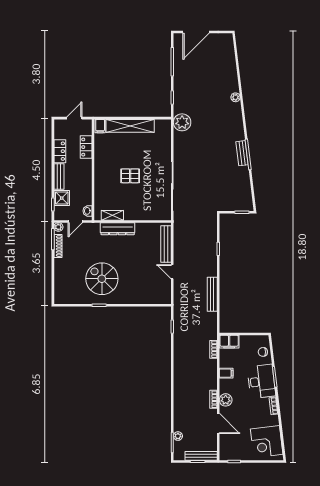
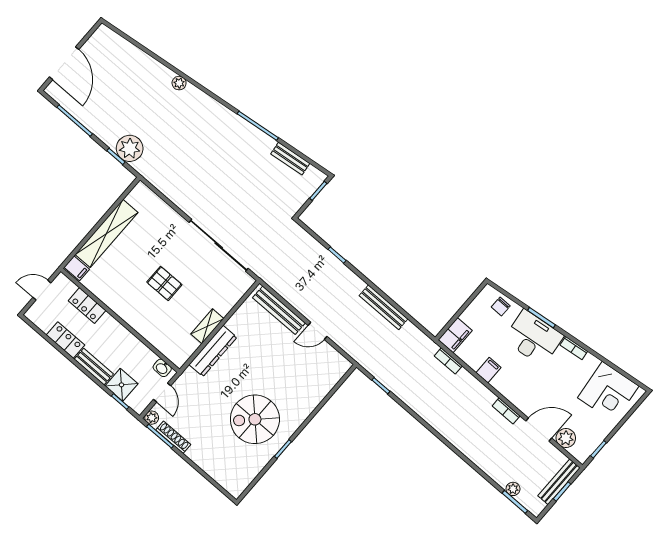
door: (74, 118) -> (42, 290), hinge flipped
plant: (182, 122) -> (130, 148), moved
bench: (242, 153) -> (290, 159), moved
pallet: (130, 176) -> (164, 283), turned 90
shelving: (112, 215) -> (207, 326), moved
plant: (226, 400) -> (566, 438), moved

